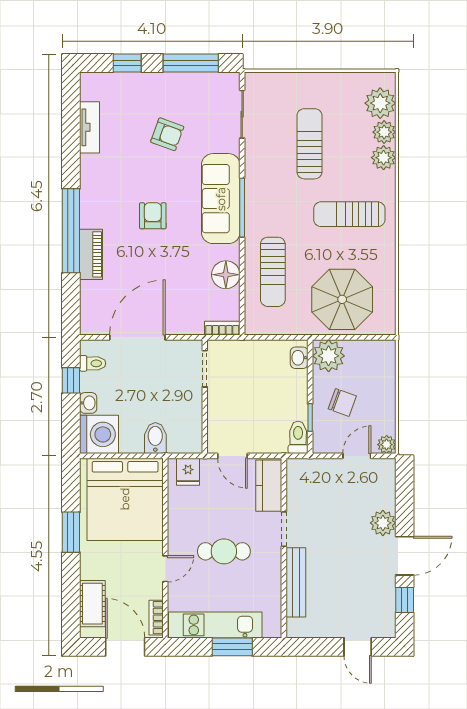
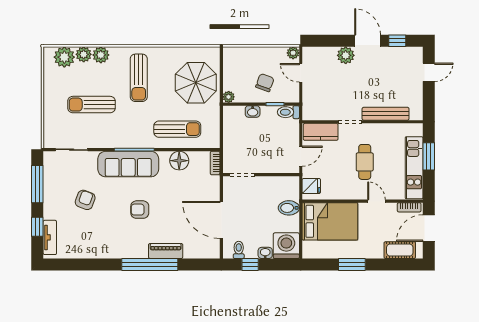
tv unit: (90, 127) -> (50, 237), moved, turned 90
plant: (329, 356) -> (229, 97), width x0.53, depth x0.53
washbasin: (299, 358) -> (253, 111), moved
bed: (125, 499) -> (330, 221), width x0.73

